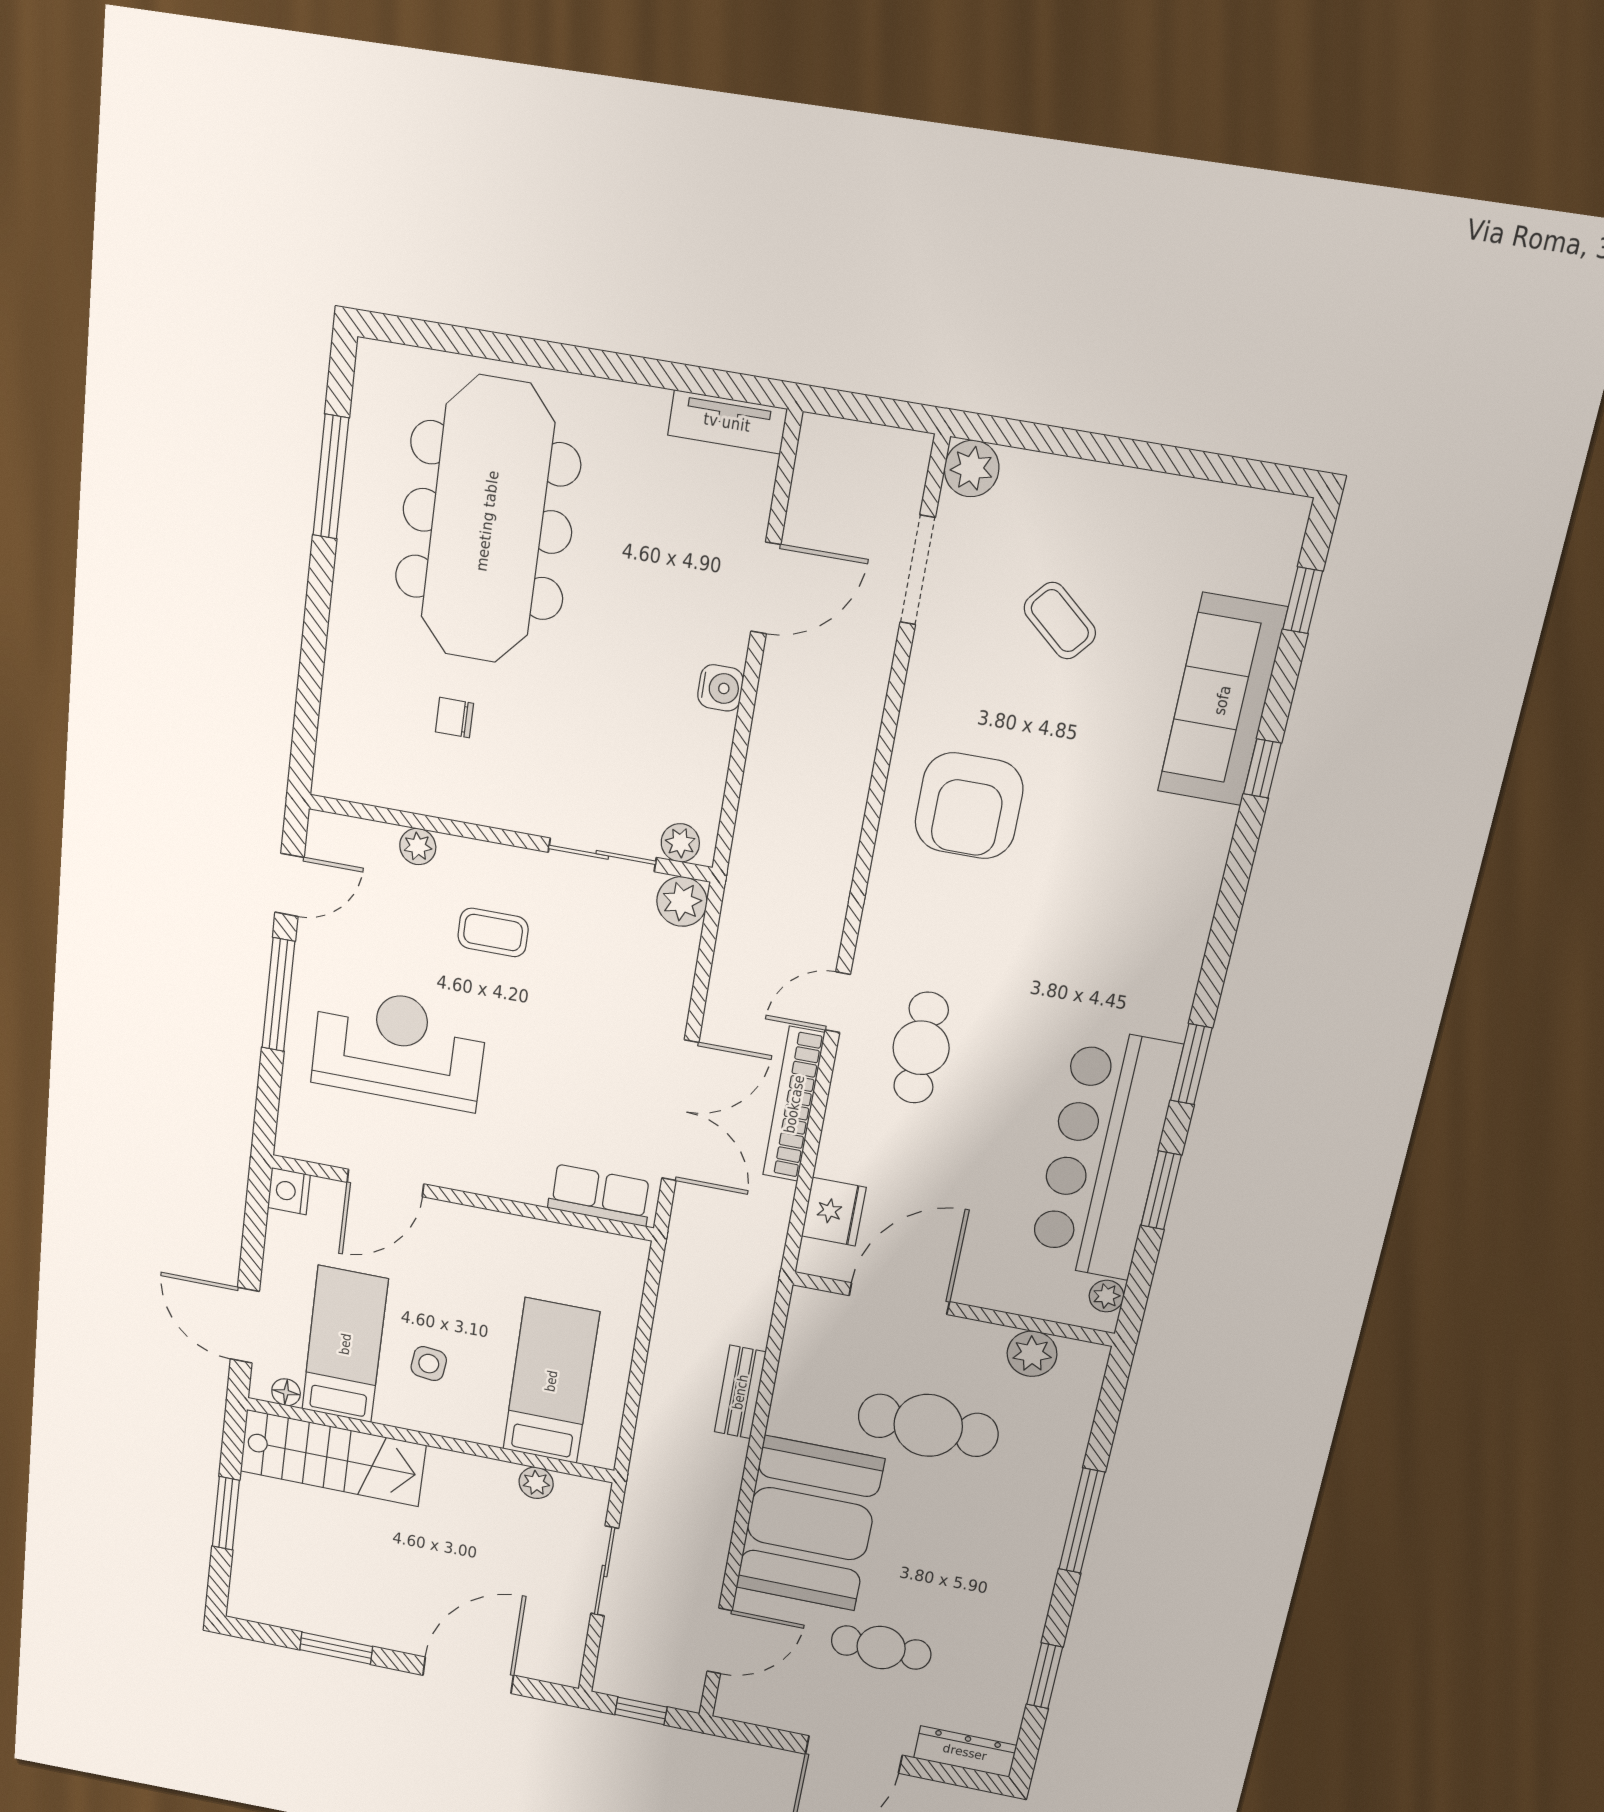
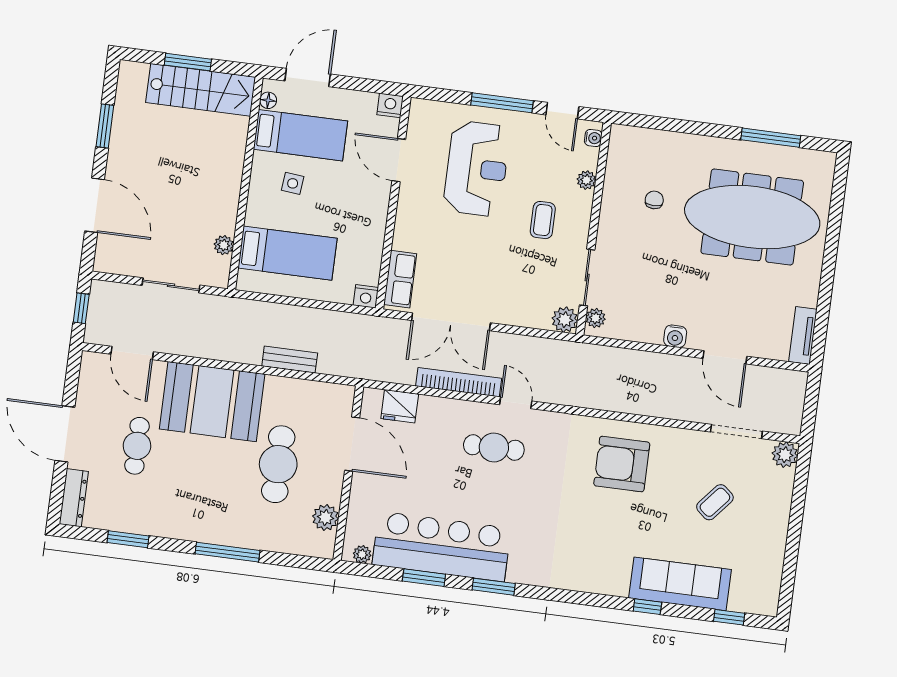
water cooler: (339, 830) -> (593, 138), added
nightstand: (630, 1256) -> (366, 296), added
stairs: (333, 1458) -> (201, 90), moved, turned -90

